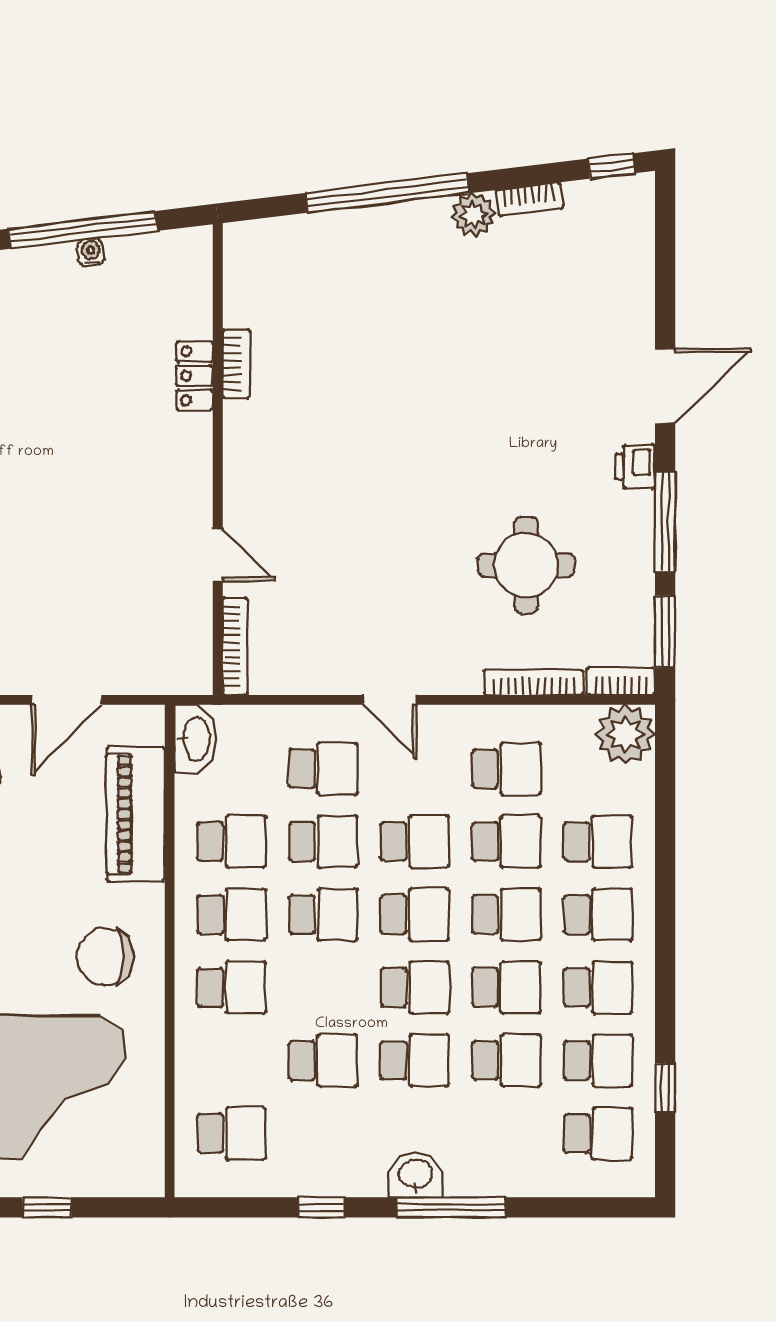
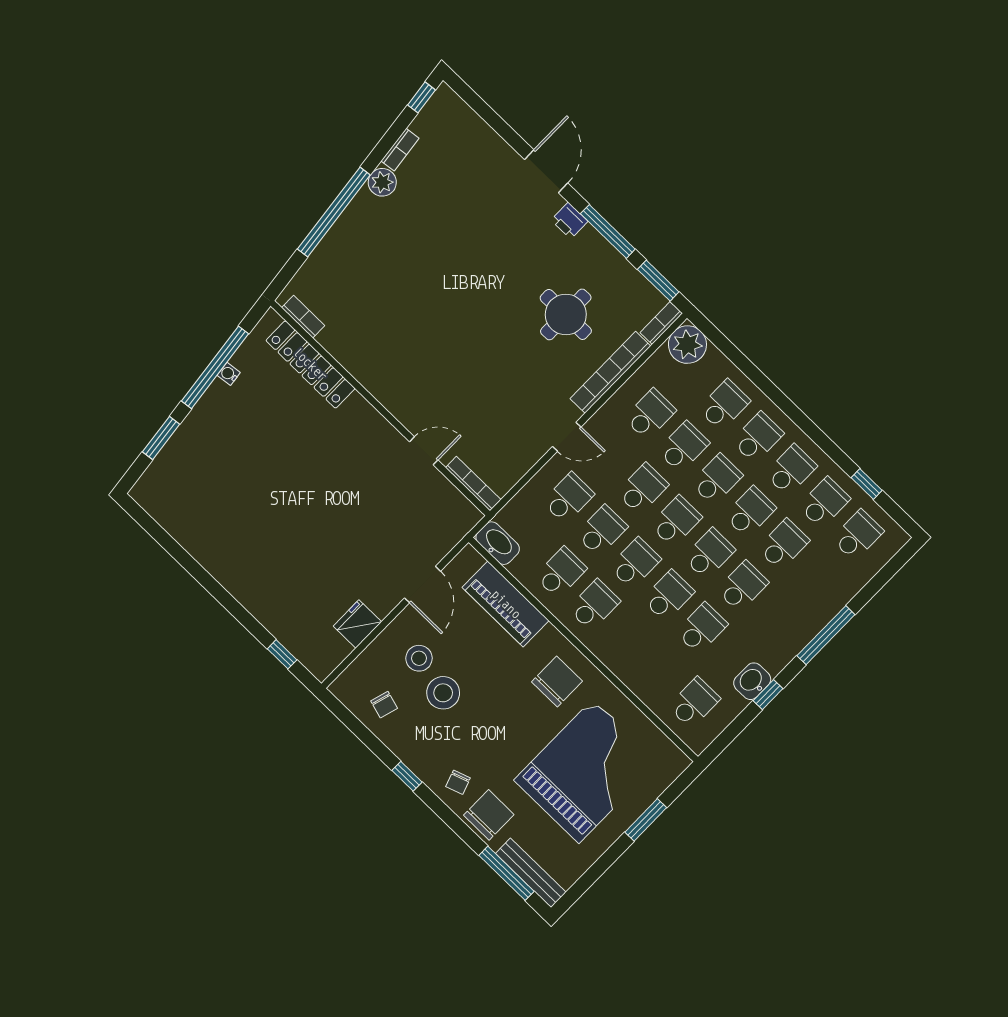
bookcase: (236, 364) -> (303, 317), moved
locker: (195, 376) -> (310, 364), width x2.16, depth x1.21
bookcase: (534, 682) -> (610, 372), width x1.48, depth x1.31
chair: (105, 957) -> (557, 682), turned 180
school desk: (231, 987) -> (668, 596), moved
washbasin: (416, 1175) -> (752, 681), moved
window: (47, 1207) -> (646, 820), width x1.50

